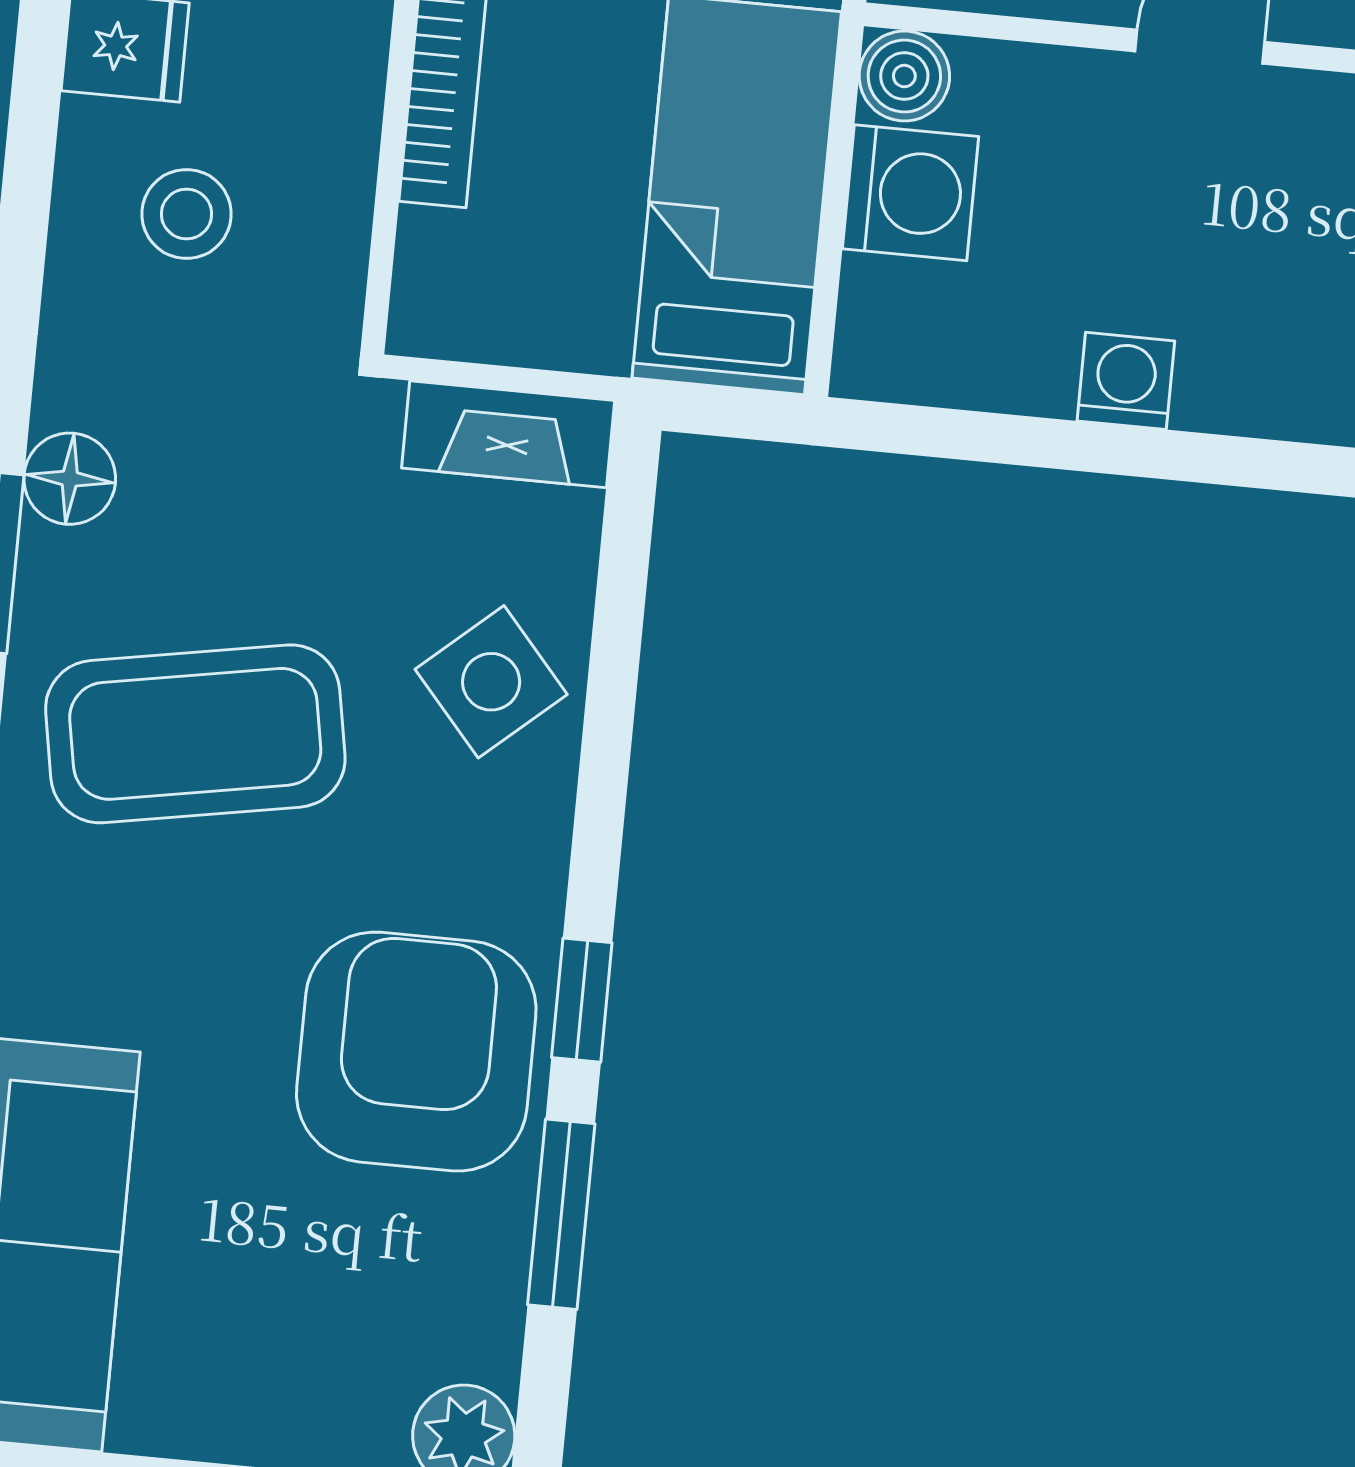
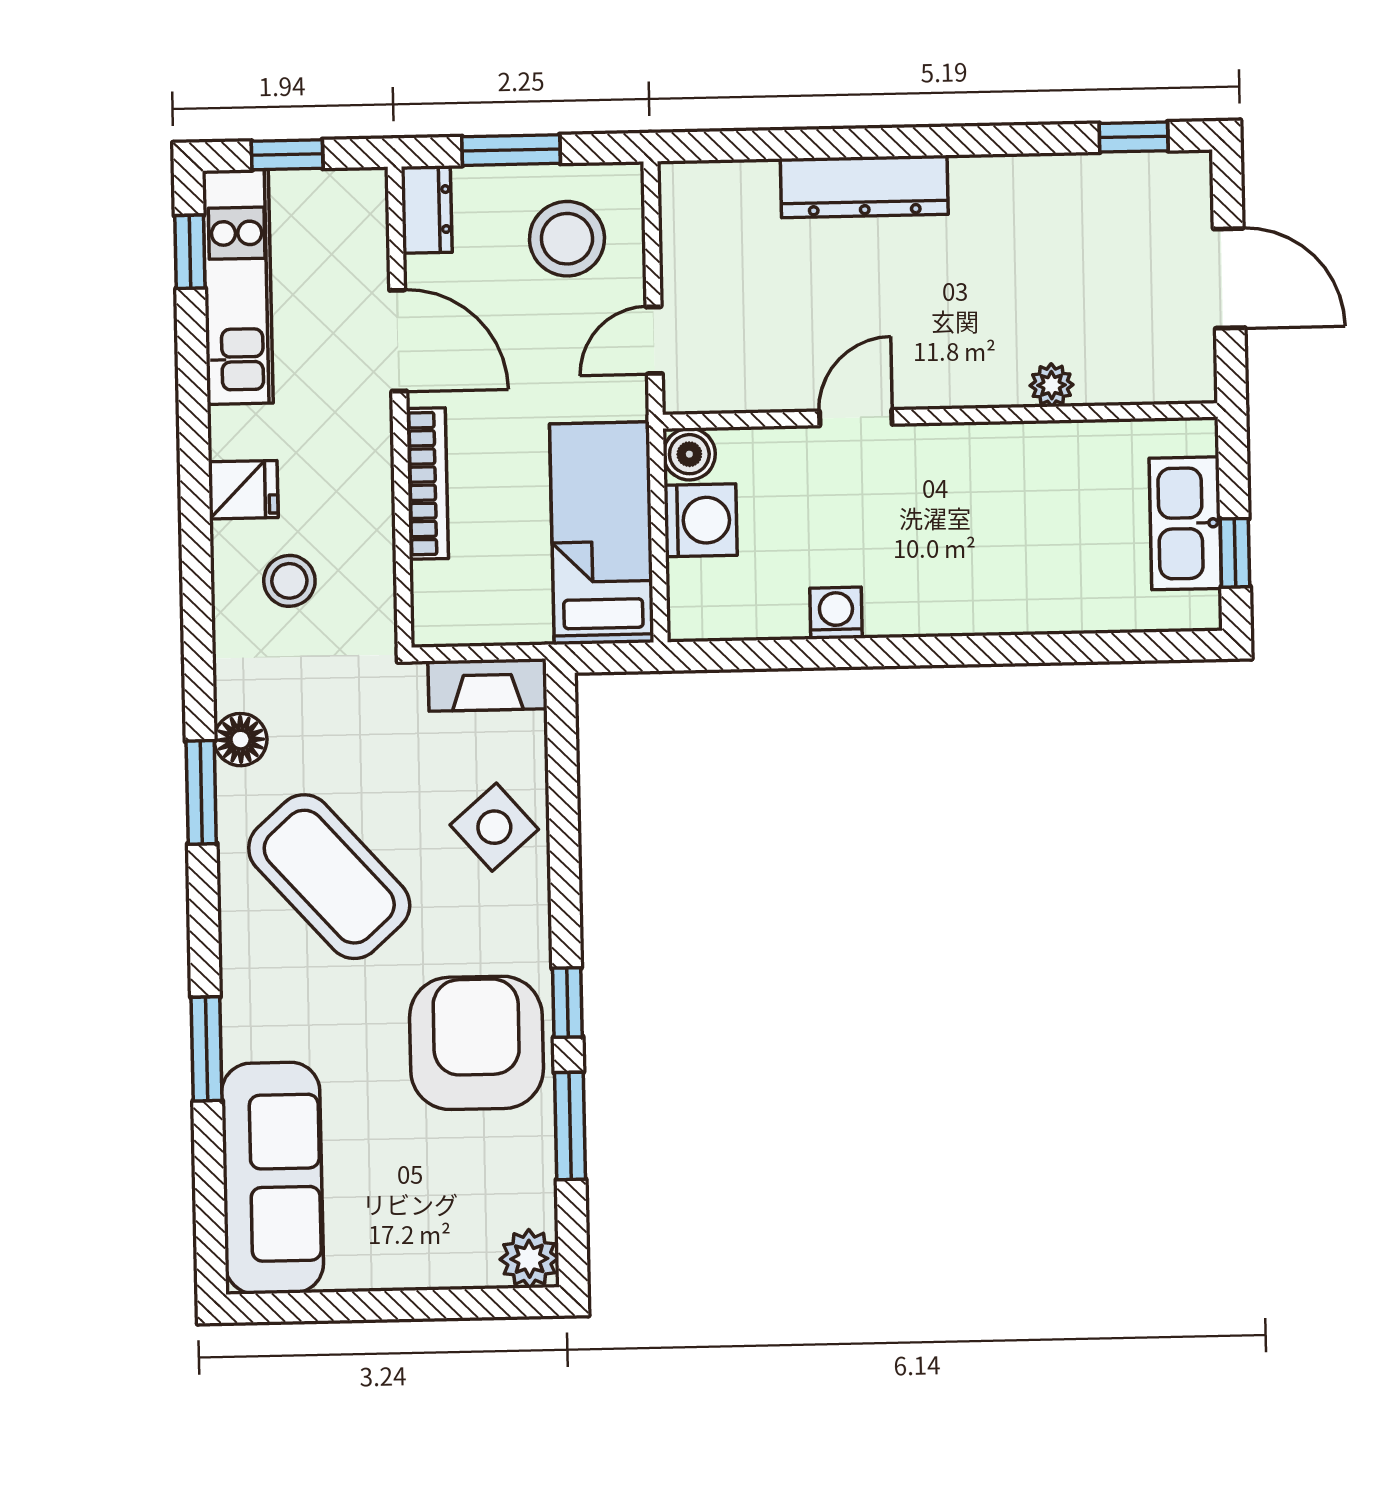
coffee table: (195, 734) -> (329, 877), turned 58

